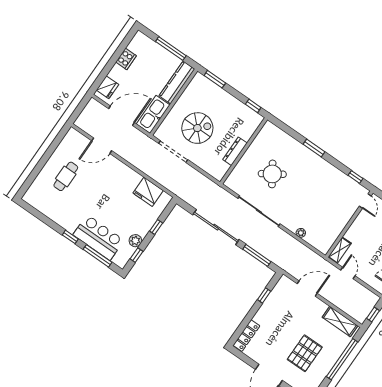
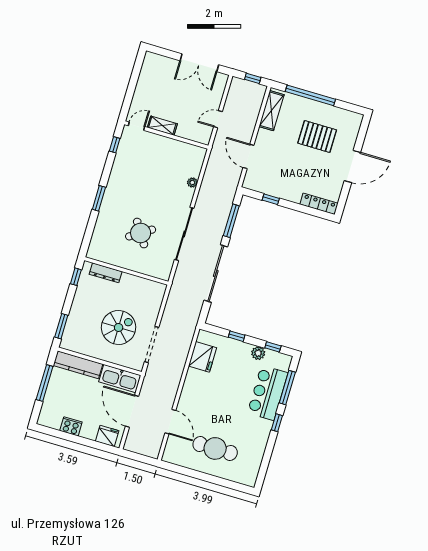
spiral stairs: (197, 128) -> (119, 327), turned 90
dresser: (235, 151) -> (106, 273), moved
cafe table: (66, 176) -> (215, 448), width x1.37, depth x1.35
shelving: (340, 250) -> (162, 126), moved

